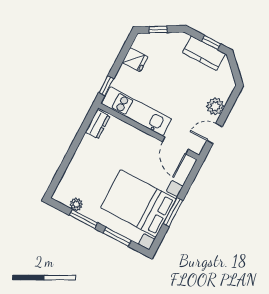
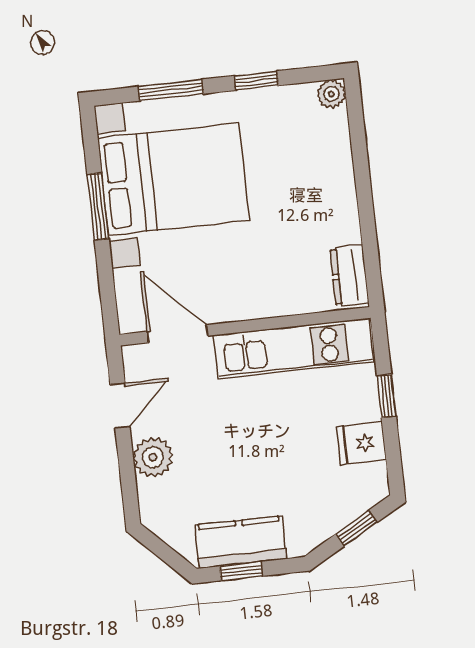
window: (106, 86) -> (386, 396), moved
plant: (76, 204) -> (331, 94), moved
window: (83, 219) -> (256, 81), width x0.67

